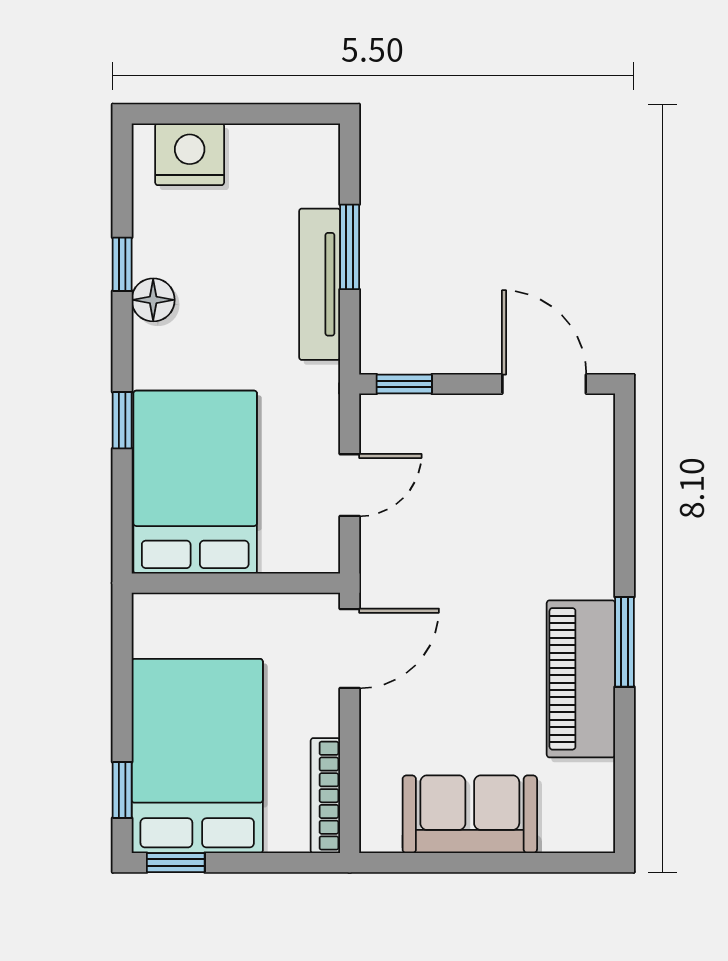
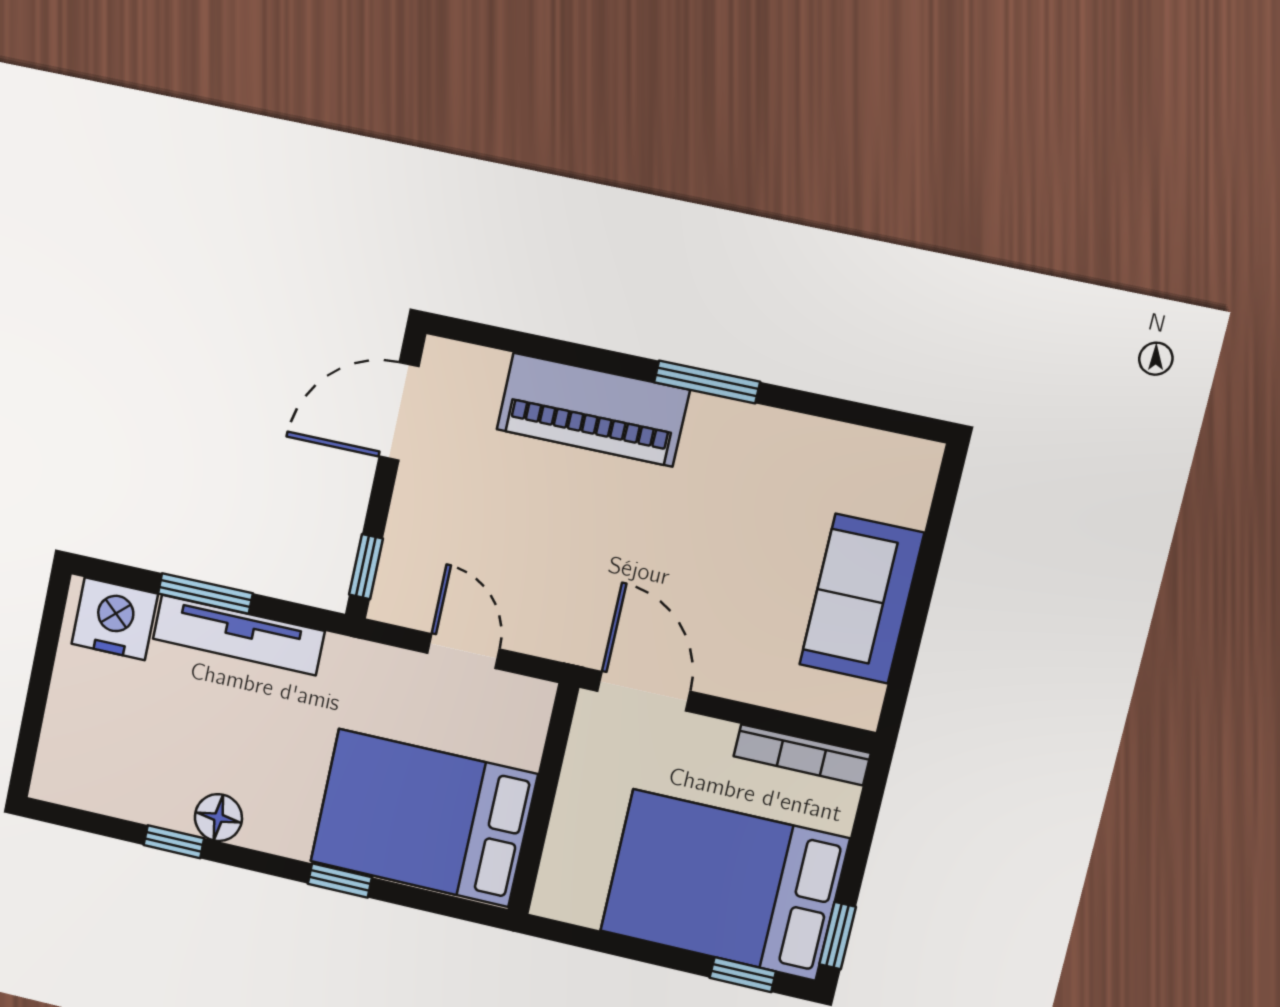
nightstand: (190, 154) -> (115, 619), moved, turned 90
piano: (581, 679) -> (593, 410), moved

